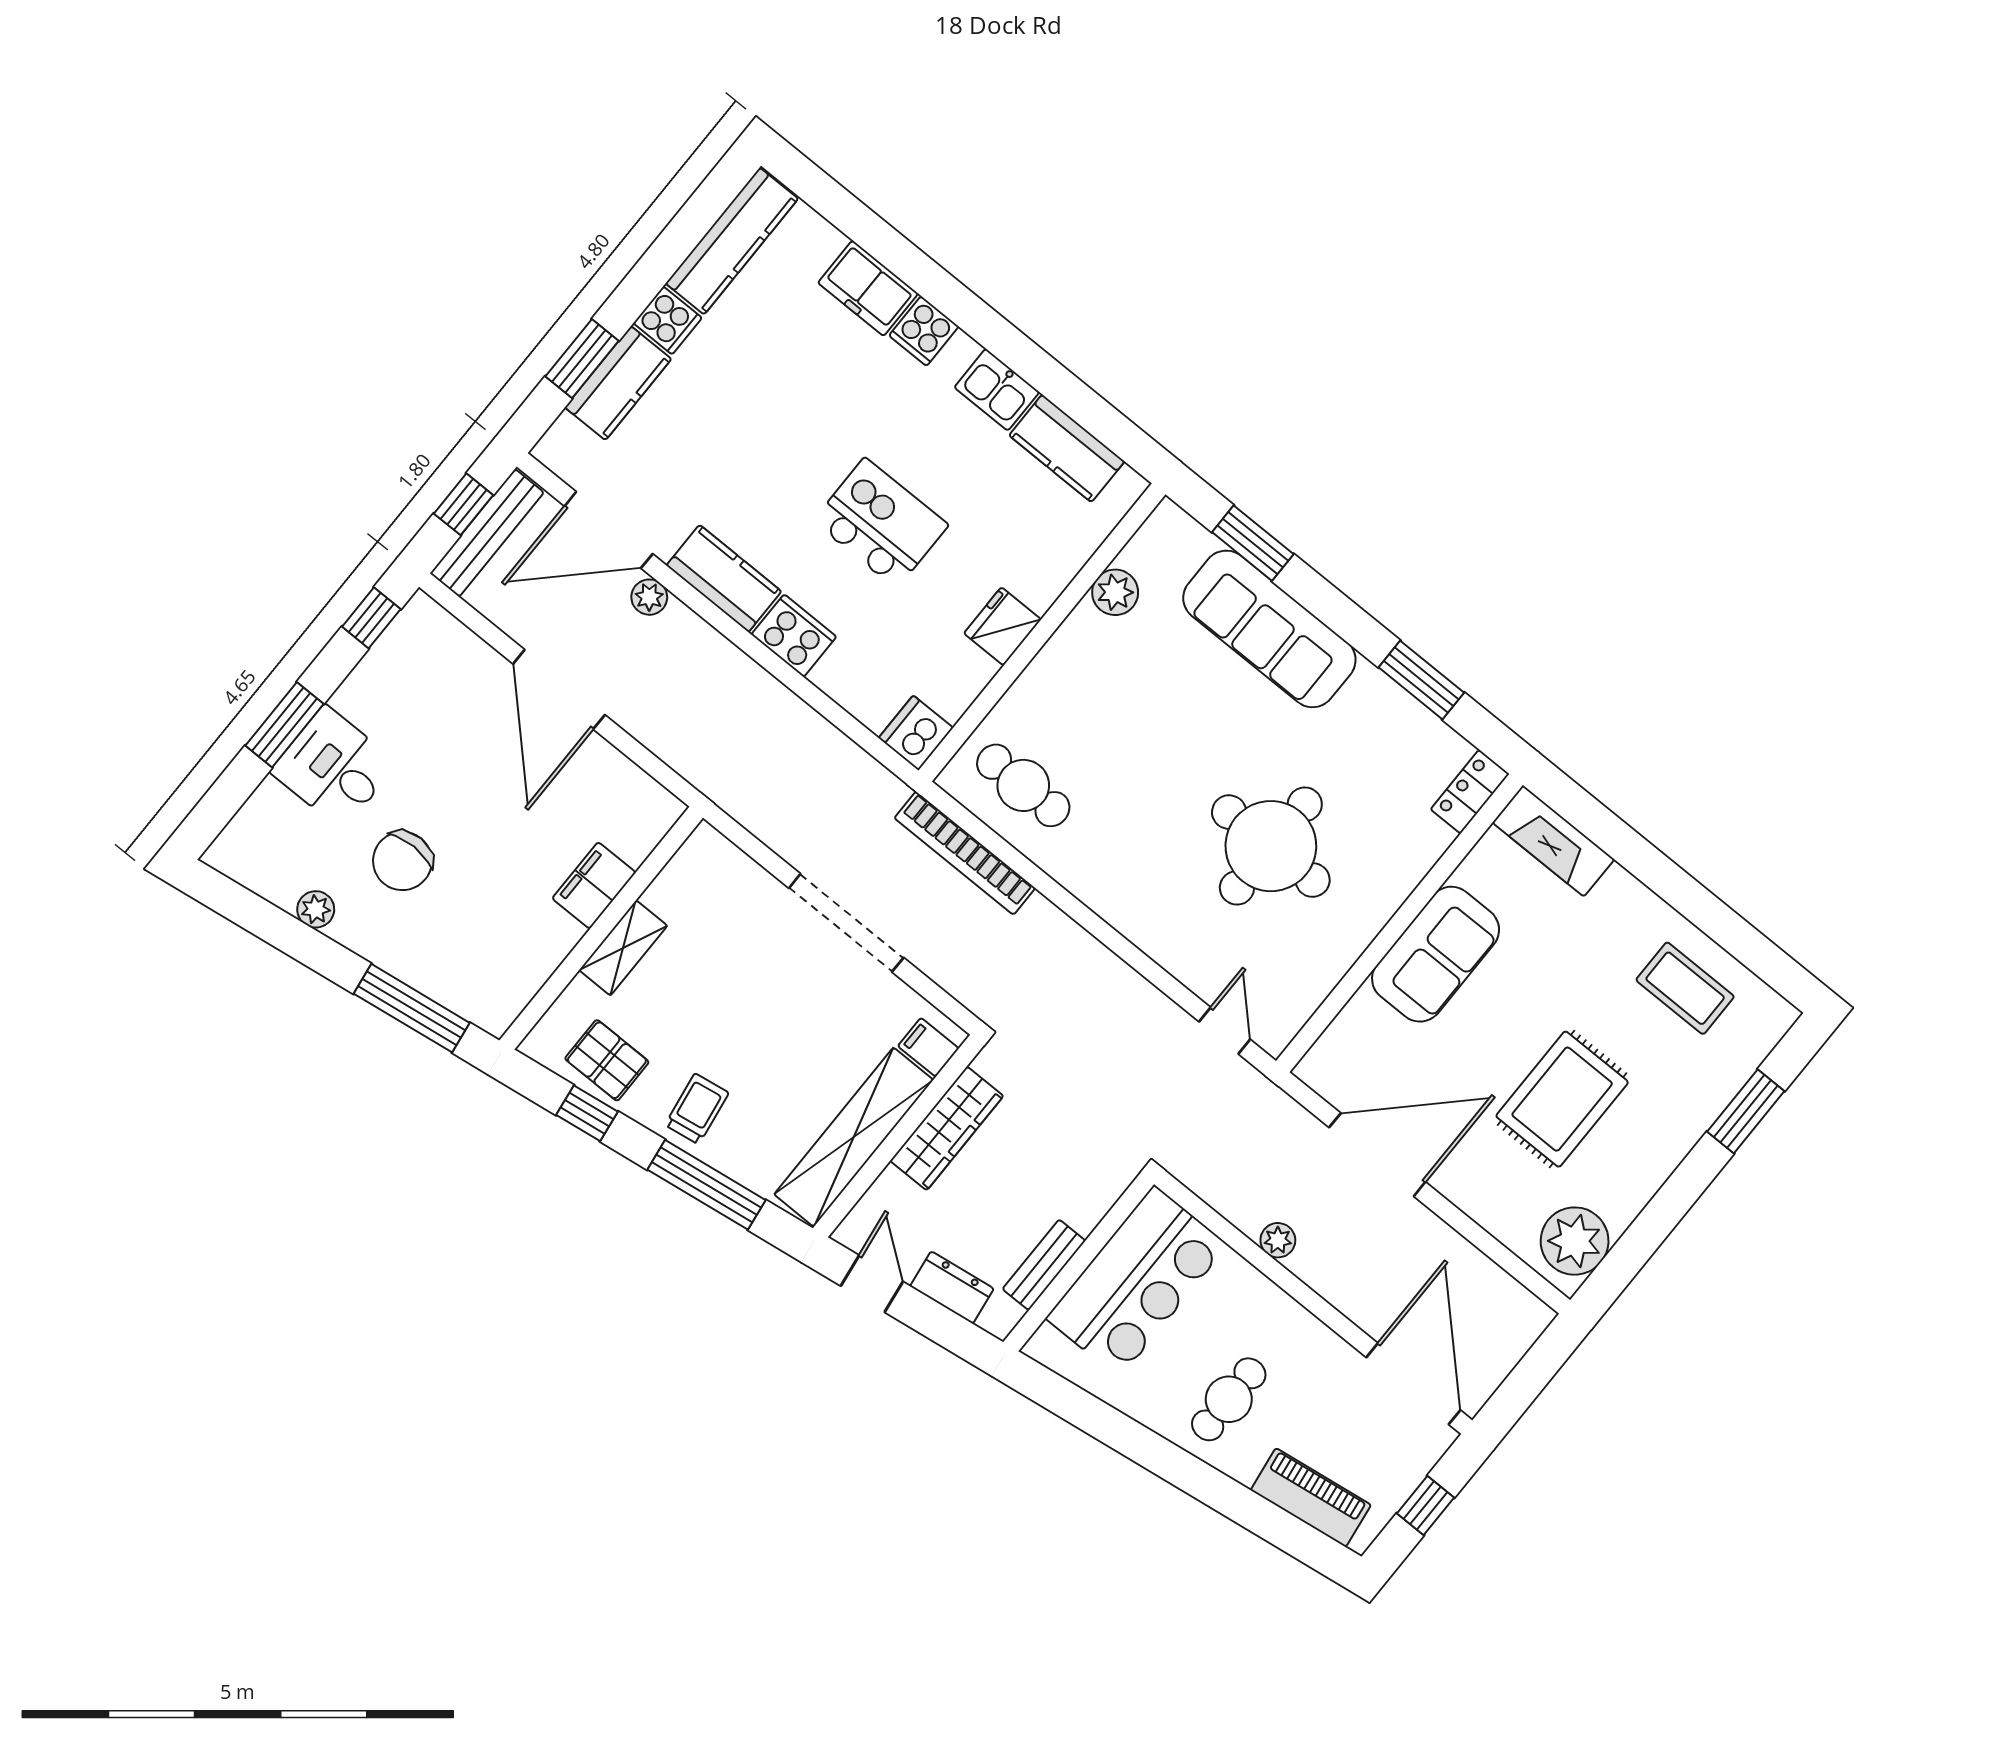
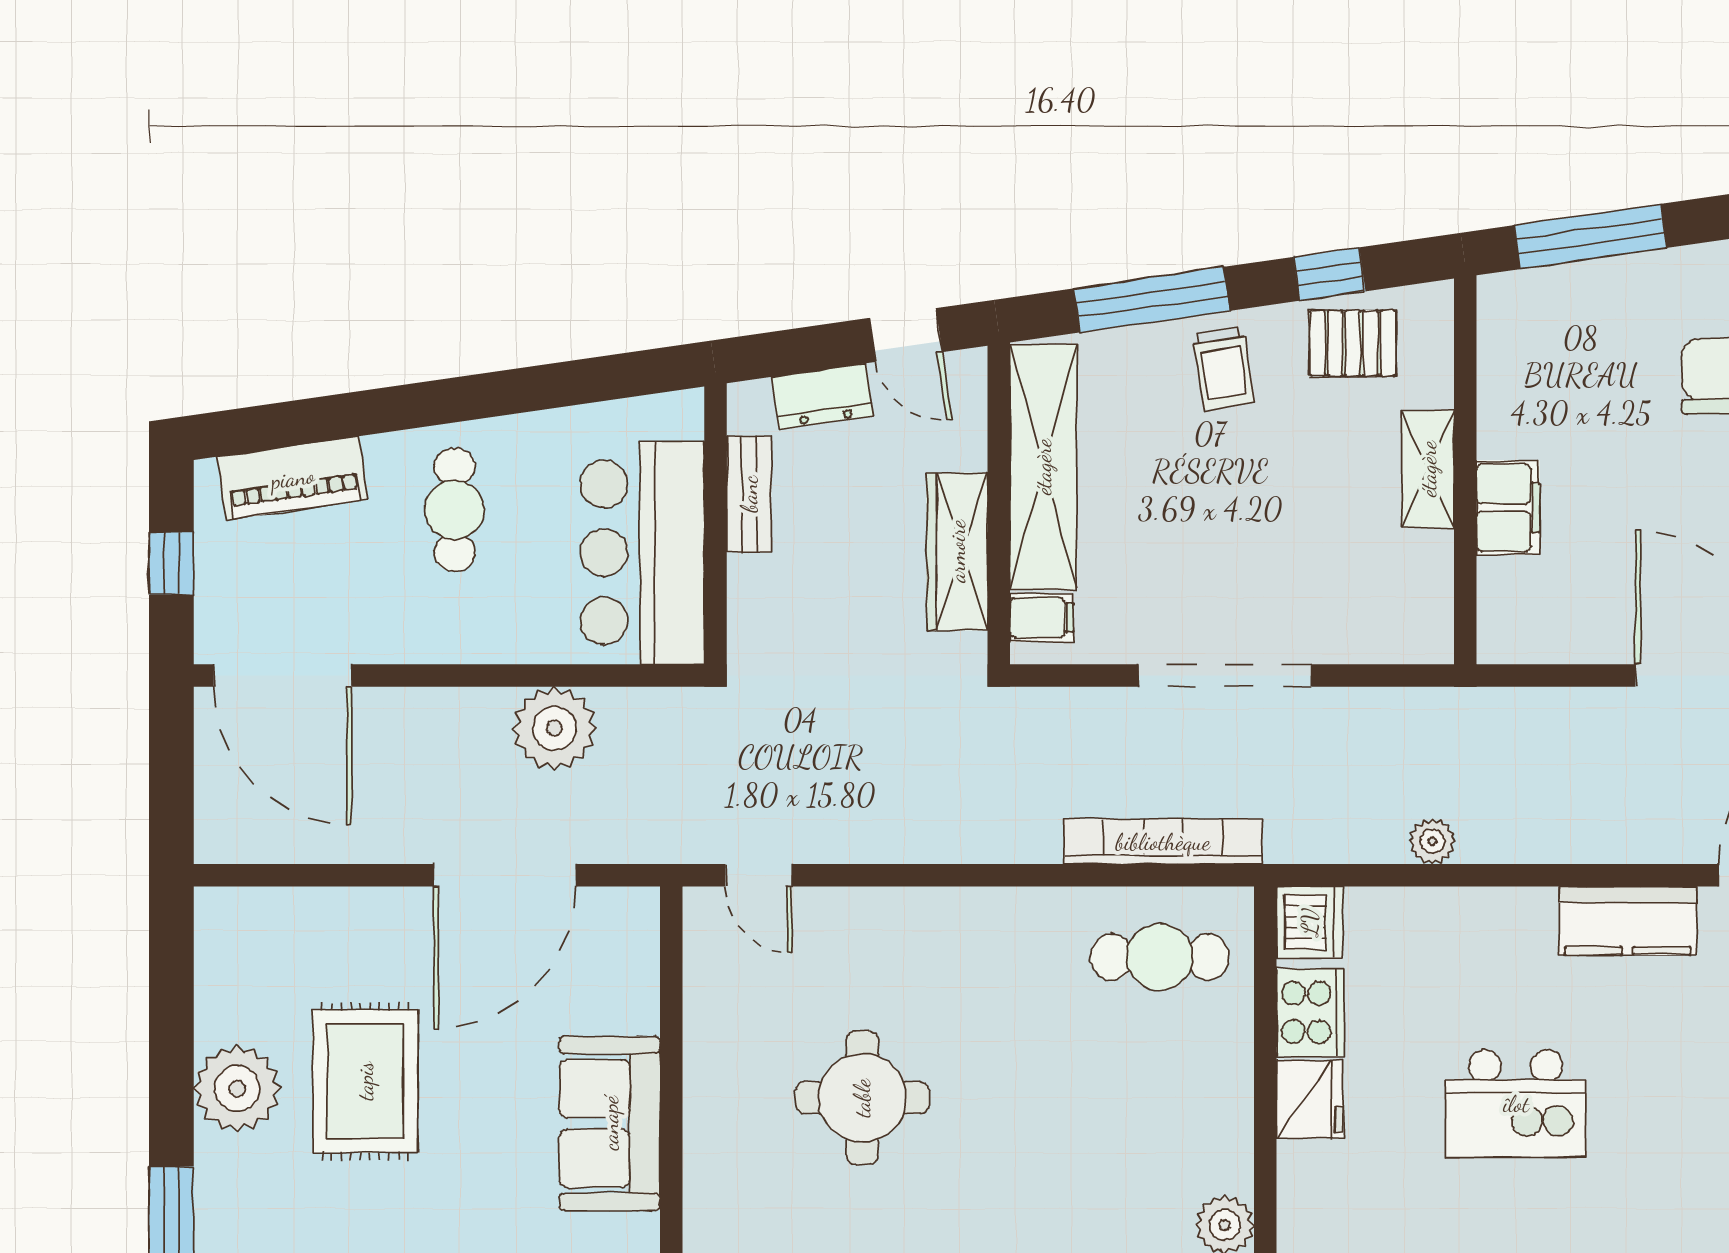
plant: (649, 597) -> (1432, 841), moved
cooker: (794, 636) -> (1310, 1013), moved, turned -90
round table: (1271, 846) -> (862, 1098), width x0.73, depth x0.73
plant: (1278, 1240) -> (554, 728), width x1.87, depth x1.87
plant: (1575, 1241) -> (237, 1089), moved

